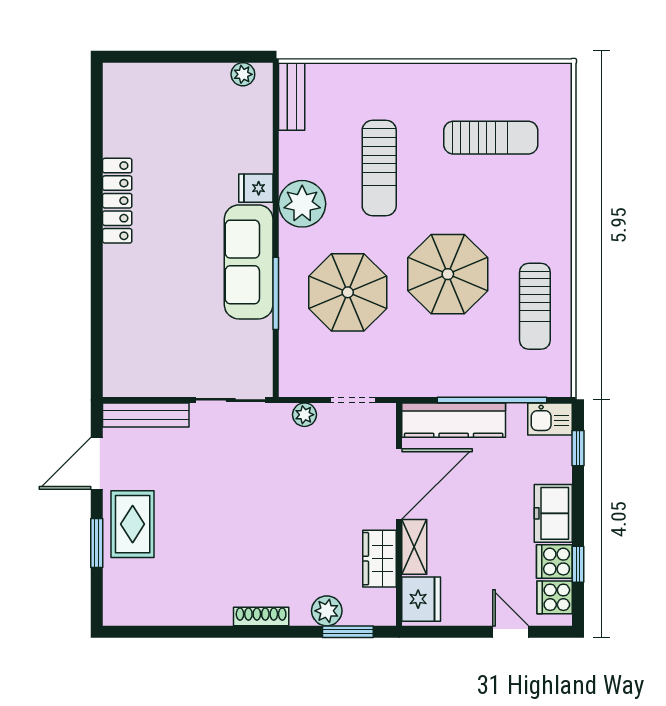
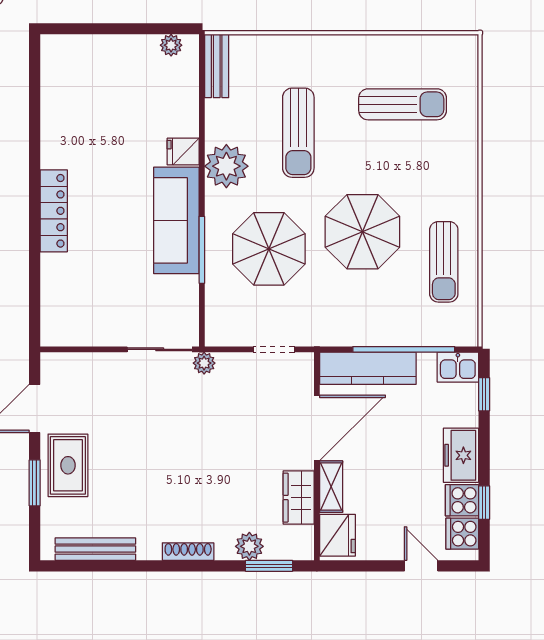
locker: (117, 201) -> (54, 211), moved
bench: (146, 415) -> (95, 549), moved
plant: (304, 415) -> (204, 363), moved

